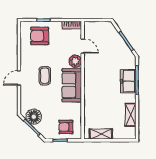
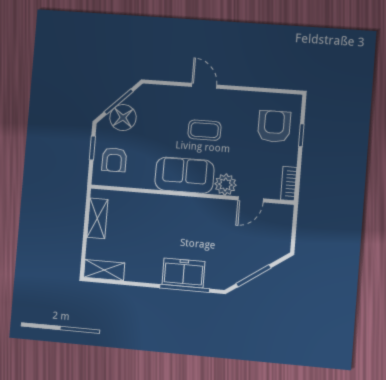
shelving: (131, 115) -> (104, 270), moved
floor lamp: (34, 117) -> (123, 118), moved
armchair: (66, 127) -> (114, 160), turned 180

